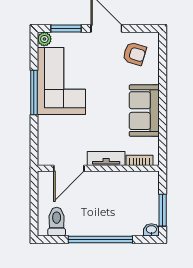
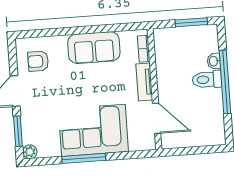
armchair: (135, 54) -> (38, 61), turned -107
corner sofa: (61, 81) -> (93, 130), moved
toilet: (57, 222) -> (207, 80), moved
washbasin: (151, 230) -> (214, 61), moved

